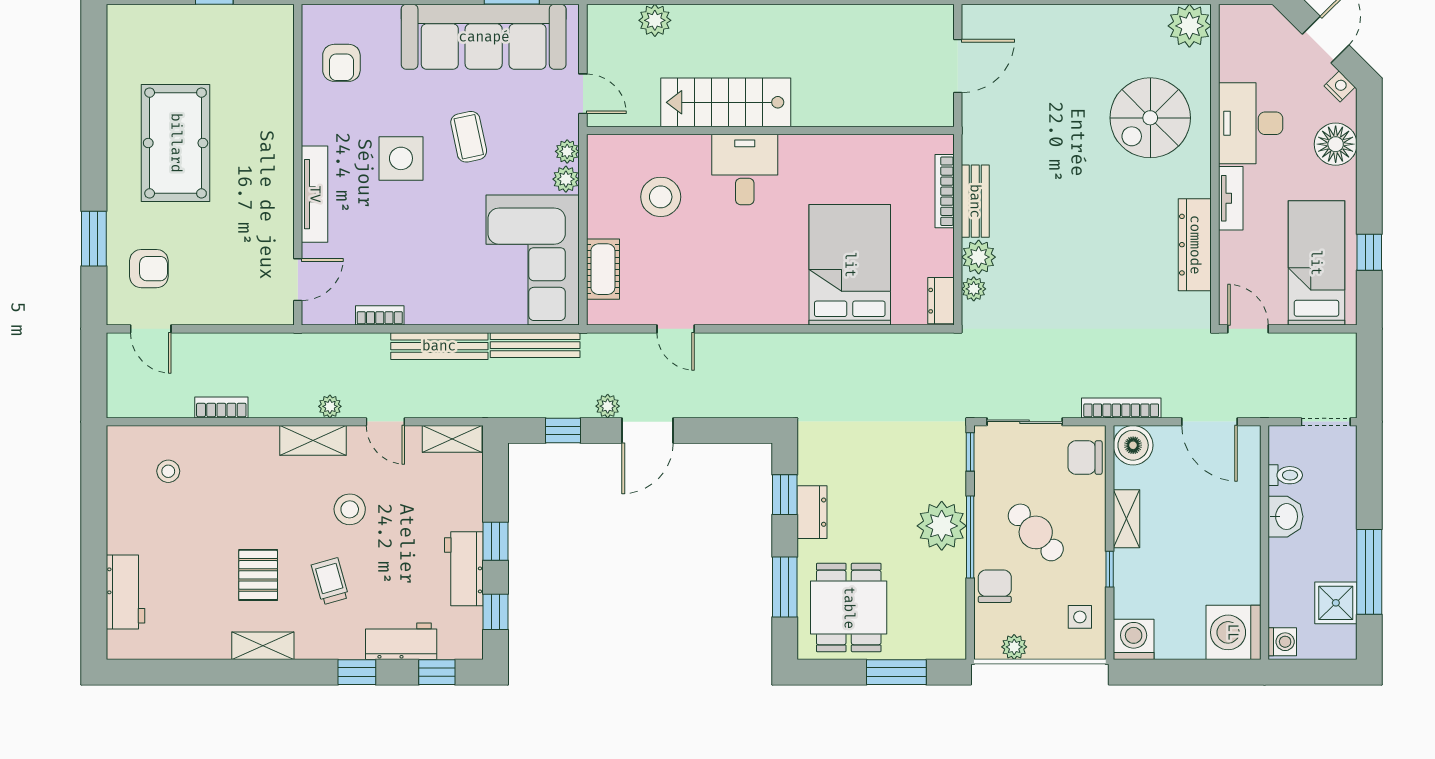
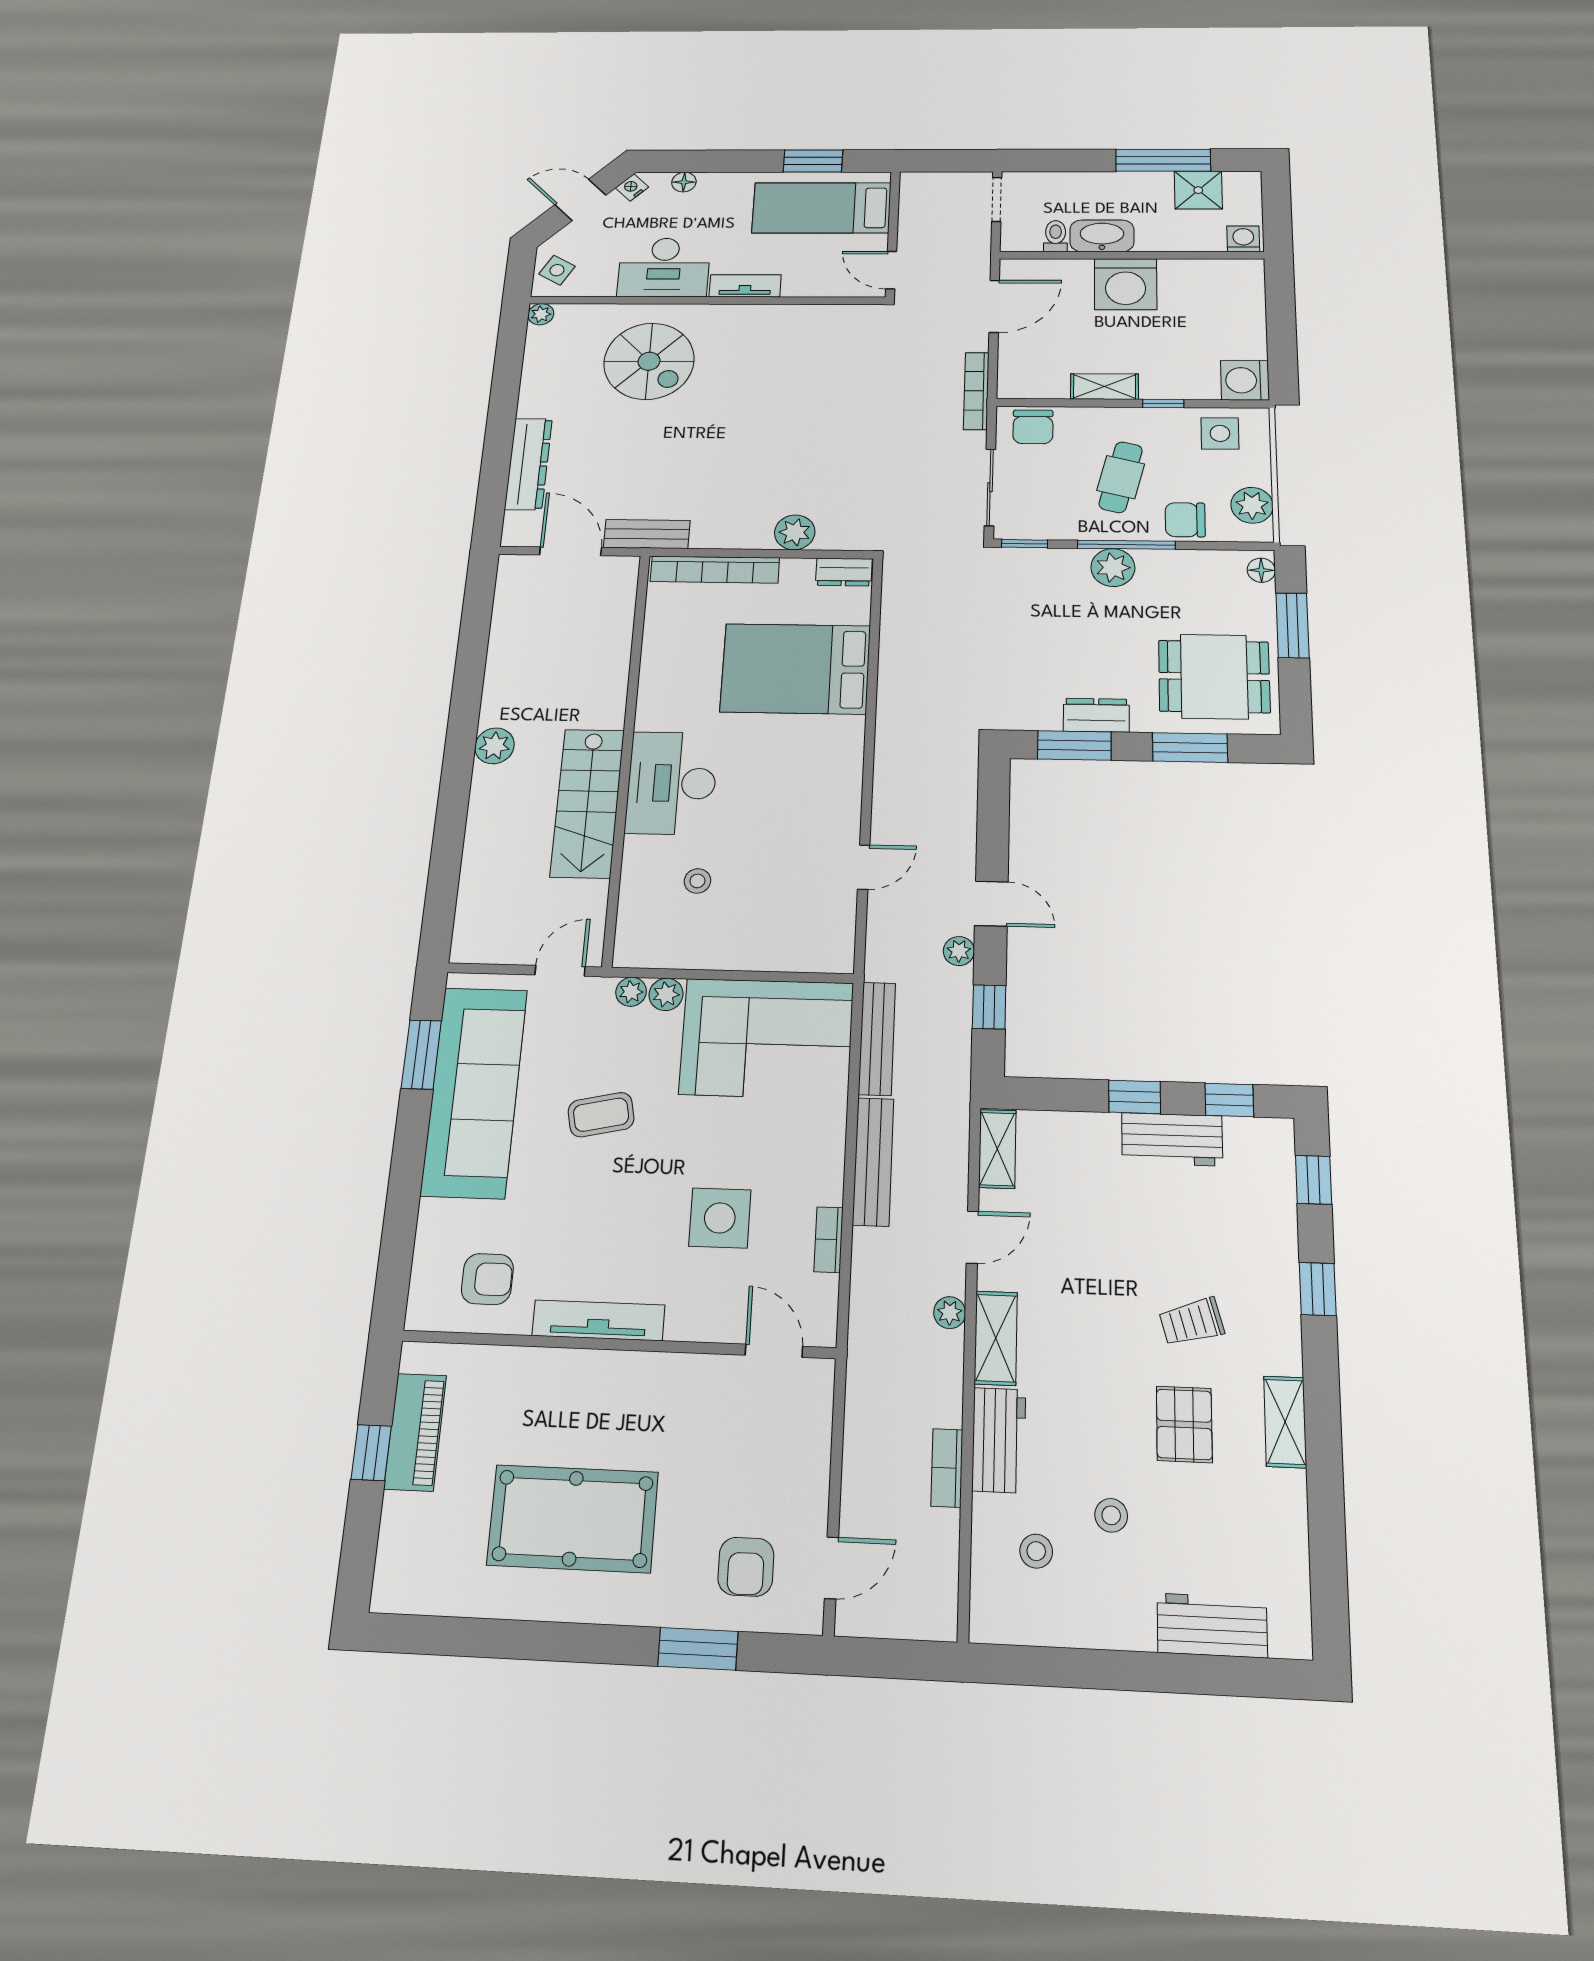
plant: (655, 20) -> (495, 746), moved
piano: (230, 22) -> (415, 1432), added
plant: (1189, 26) -> (541, 314), width x0.53, depth x0.53
side table: (1247, 26) -> (557, 270), added
floor lamp: (1336, 144) -> (684, 182), width x0.53, depth x0.53
side table: (401, 158) -> (720, 1218), moved
desk: (745, 170) -> (672, 783), width x1.37
bookcase: (945, 191) -> (715, 570), width x1.48, depth x1.31
tv unit: (315, 194) -> (598, 1320), moved
stool: (661, 197) -> (697, 881), width x0.53, depth x0.53
bench: (975, 201) -> (647, 534), moved
dresser: (1195, 245) -> (528, 464), moved, turned -90
window: (1369, 252) -> (813, 161), width x1.50
armchair: (149, 269) -> (746, 1567), turned 180
cot: (603, 269) -> (784, 952), removed
plant: (974, 289) -> (832, 538), removed
door: (1248, 329) -> (891, 270), hinge flipped
door: (647, 430) -> (991, 904), width x0.73
boiler: (1133, 445) -> (1020, 380), removed
window: (785, 495) -> (1074, 745), width x1.50
stool: (350, 509) -> (1111, 1515), moved, width x0.73, depth x0.73
washbasin: (1286, 517) -> (1102, 236), width x1.38
plant: (942, 526) -> (1113, 568), width x0.73, depth x0.73
cafe table: (1036, 532) -> (1121, 477), turned -33
pallet: (258, 575) -> (1184, 1424), turned 90
side table: (1080, 617) -> (1220, 433), width x1.37, depth x1.37
washing machine: (1233, 632) -> (1126, 284), moved
workbench: (401, 641) -> (999, 1440), moved, turned 180
plant: (1014, 647) -> (1252, 505), width x1.38, depth x1.38
floor lamp: (947, 648) -> (1261, 570), added

